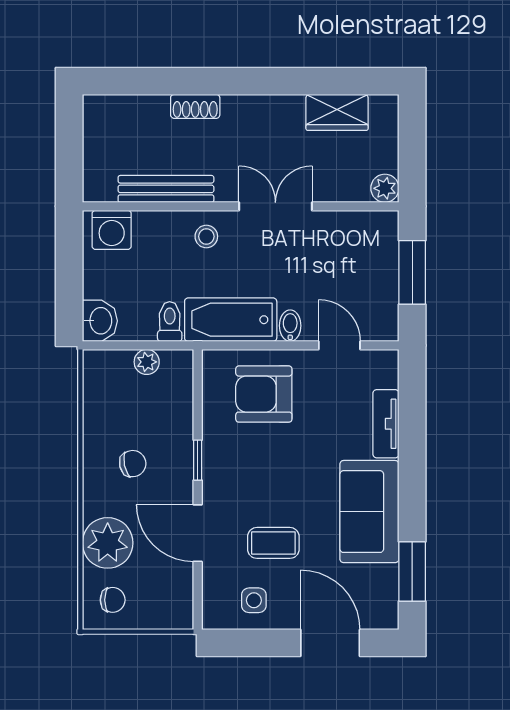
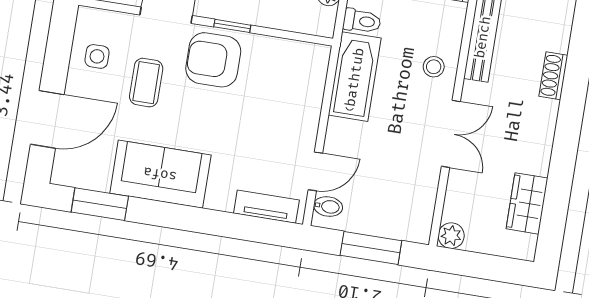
bidet: (290, 326) -> (328, 207), moved
armchair: (264, 394) -> (213, 60), moved, turned -90
tv unit: (386, 424) -> (266, 207), moved

